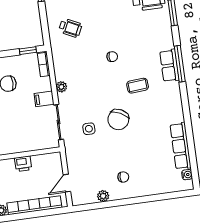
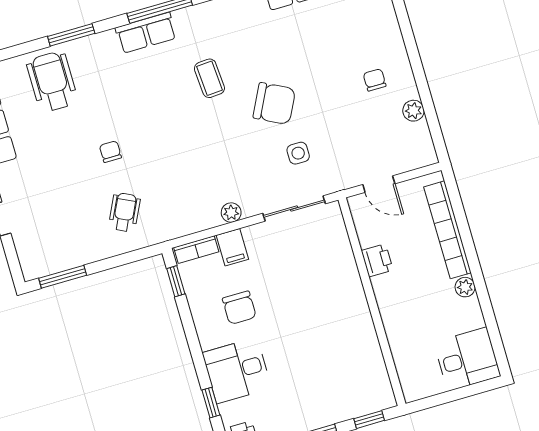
chair: (112, 57) -> (110, 152), moved
row of seats: (169, 66) -> (146, 33), moved
filing cabinet: (44, 99) -> (232, 247), moved
door: (67, 183) -> (379, 184), moved

